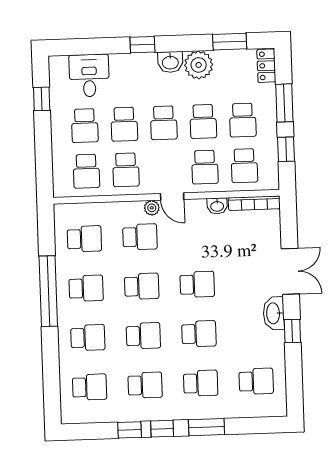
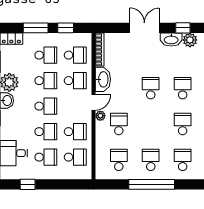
washbasin: (217, 206) -> (103, 79), width x1.91, depth x1.45
school desk: (142, 286) -> (151, 124), removed
plant: (274, 342) -> (190, 40), added

